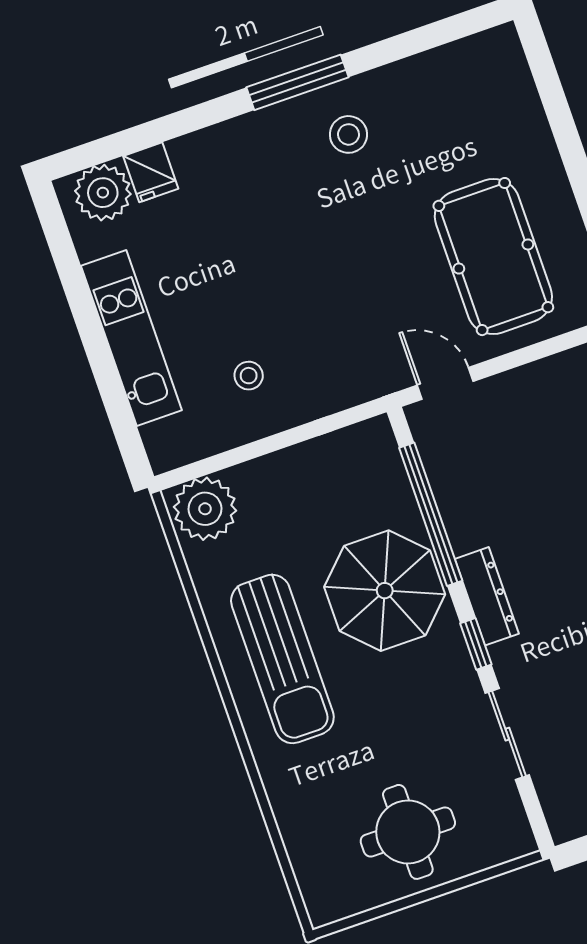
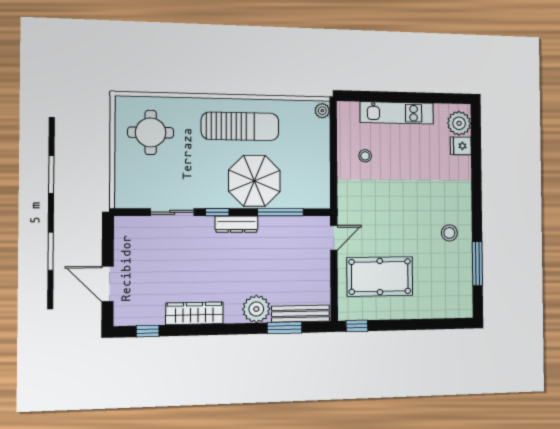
window: (297, 82) -> (477, 264), moved
plant: (205, 509) -> (322, 111), width x0.53, depth x0.53
window: (431, 514) -> (280, 212), width x0.68
sun lounger: (282, 659) -> (240, 126), turned 180
round table: (408, 832) -> (151, 132), moved

